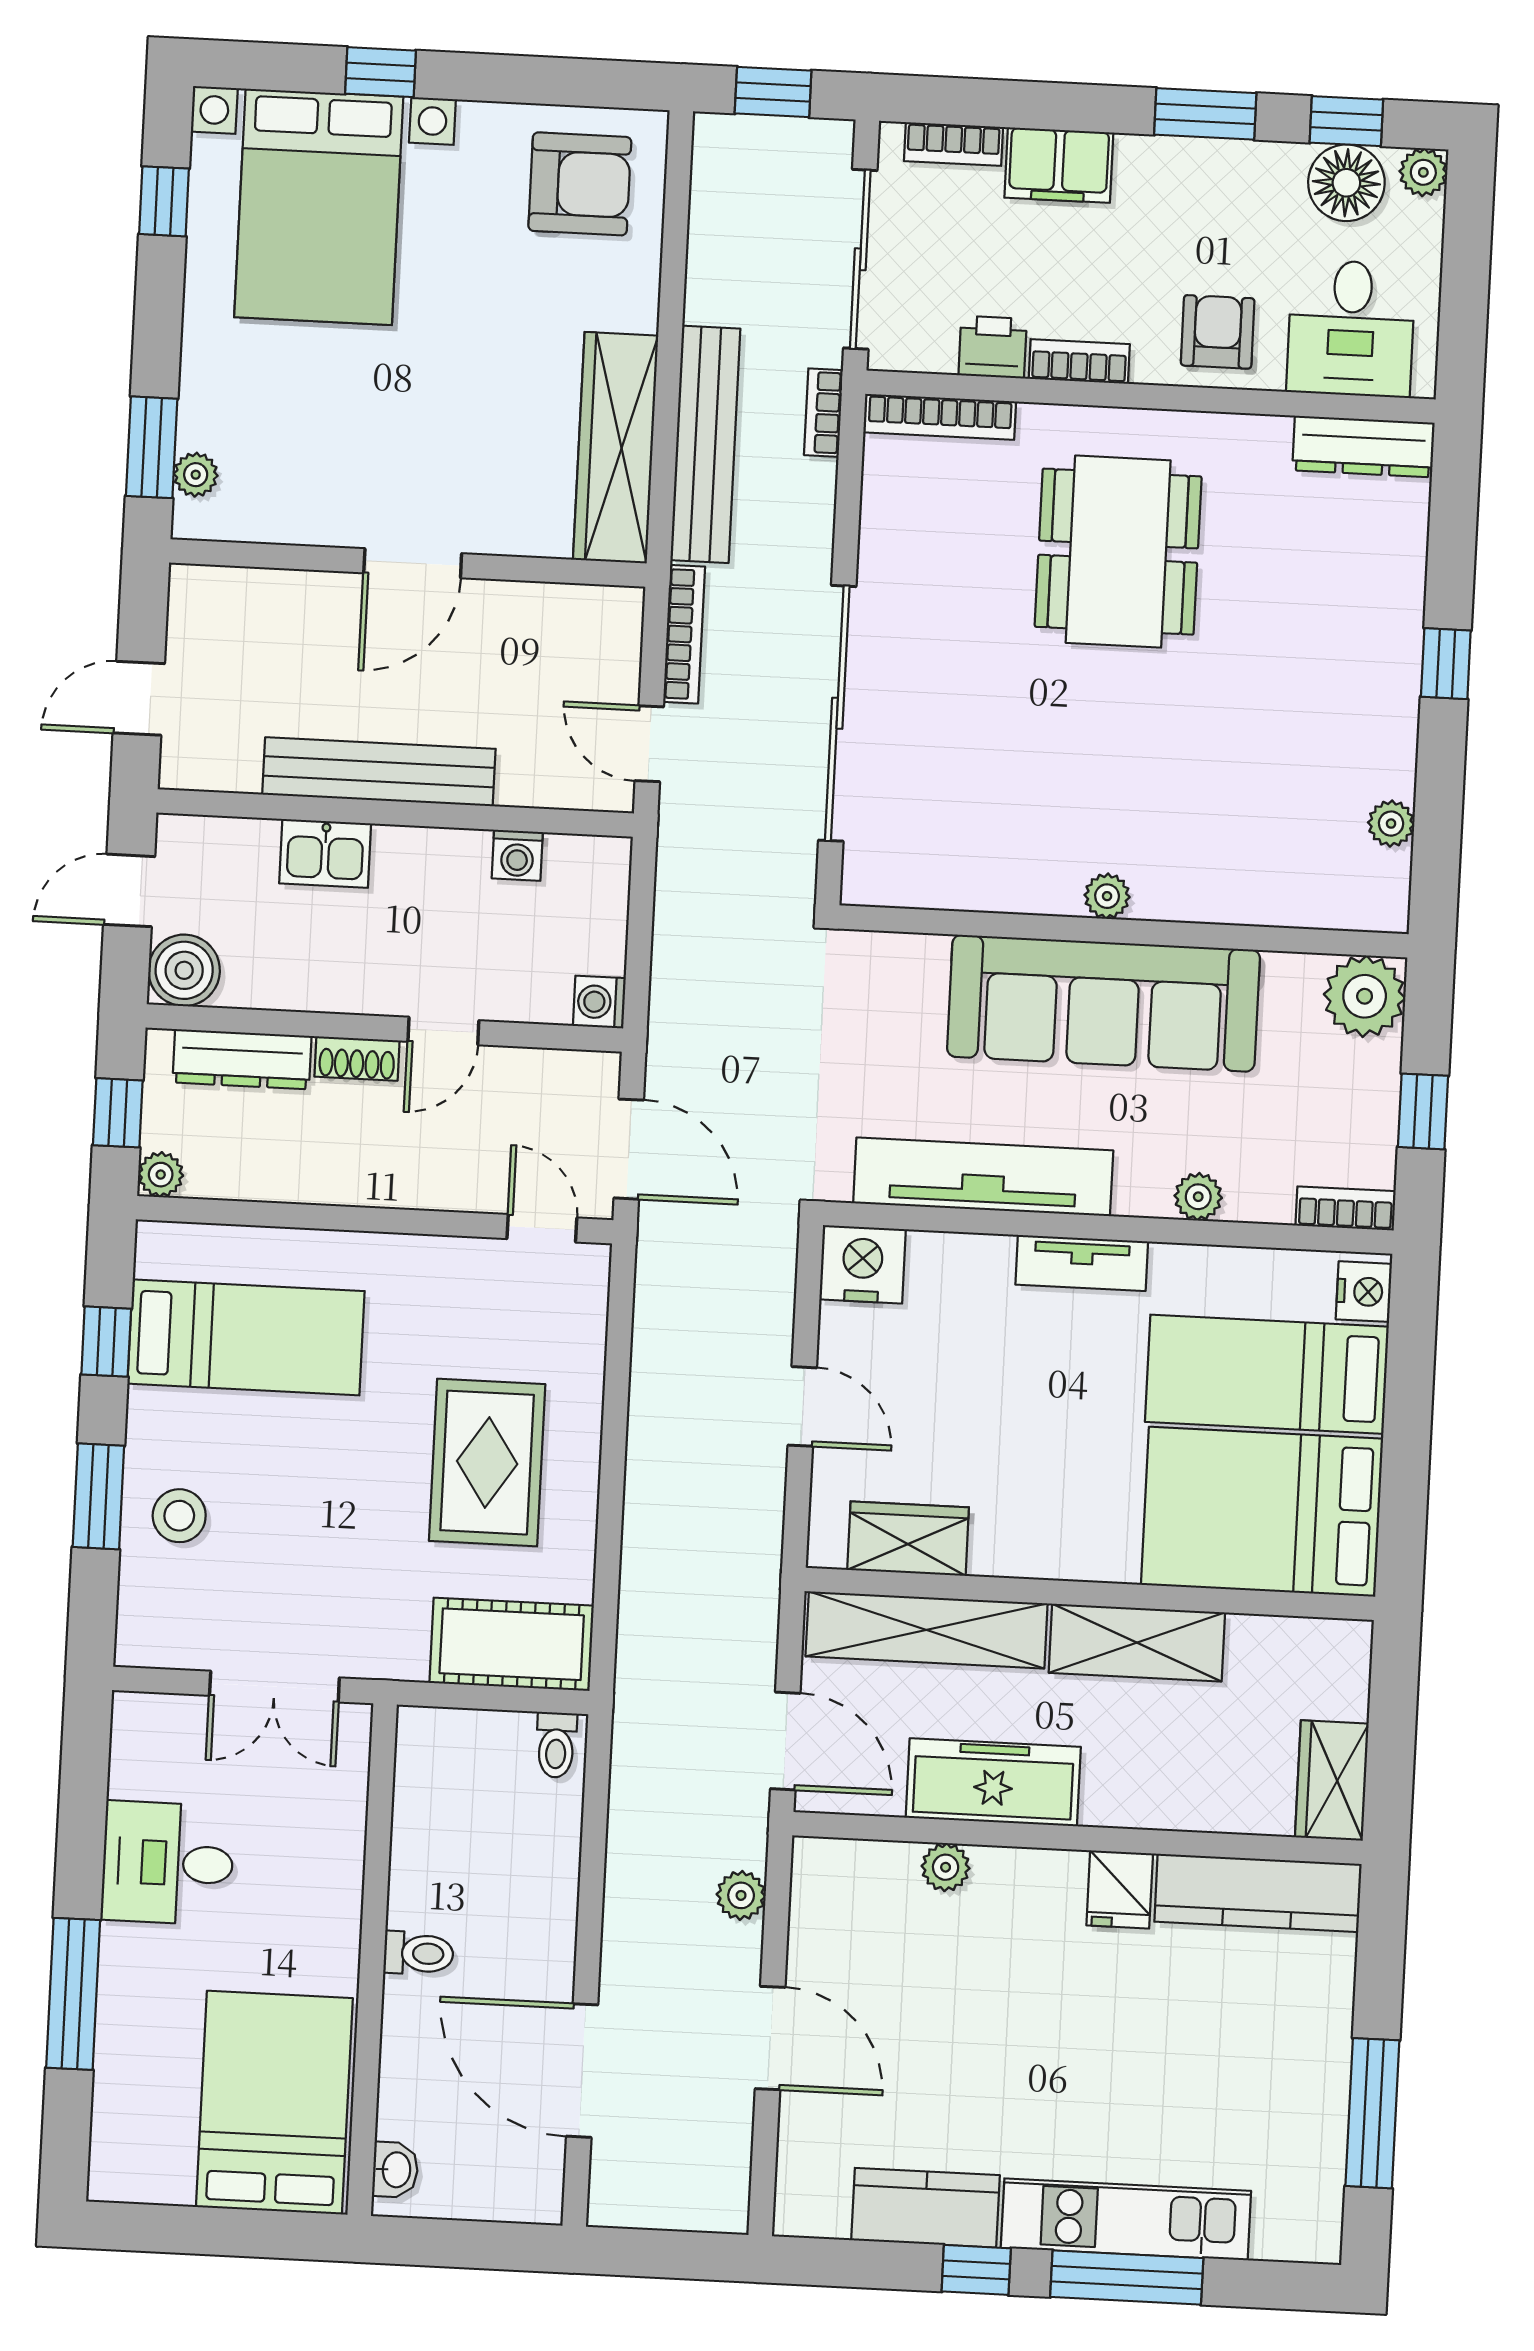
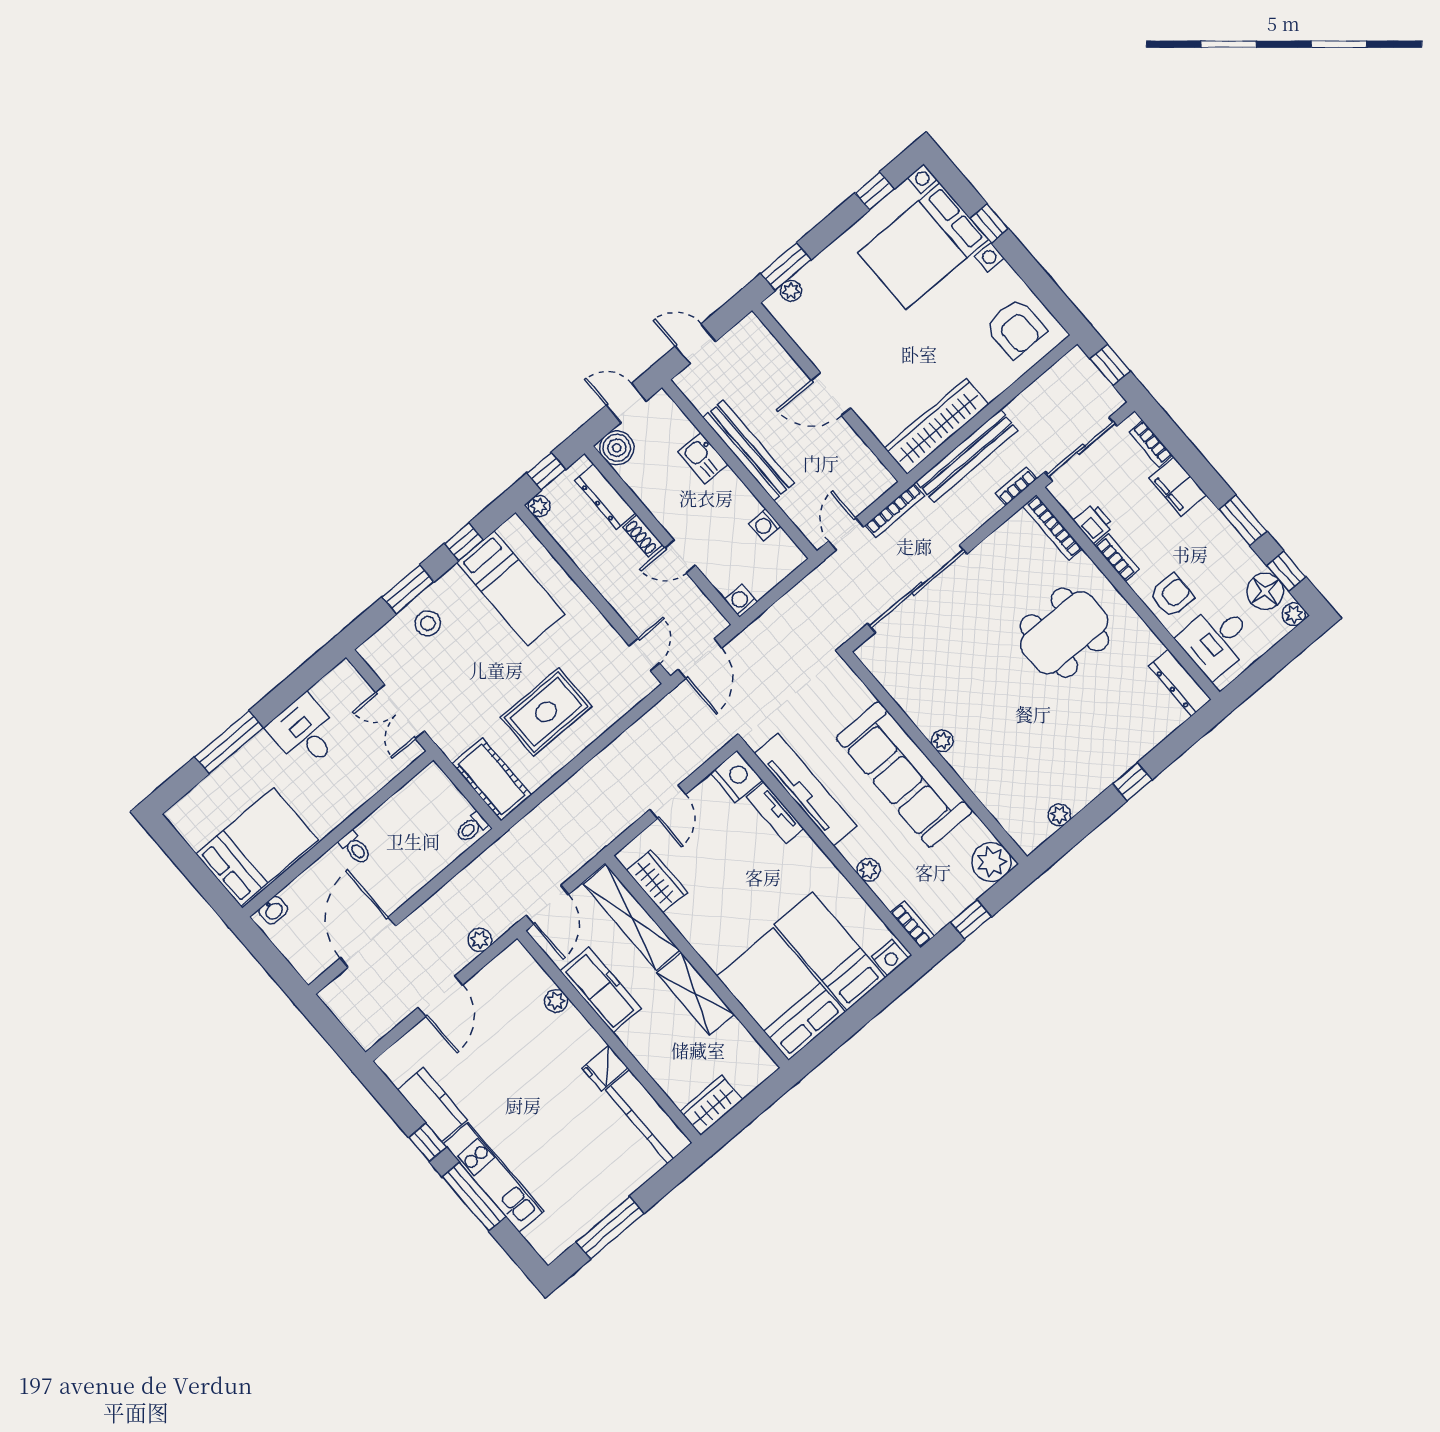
tv unit: (1082, 1263) -> (775, 813), moved

